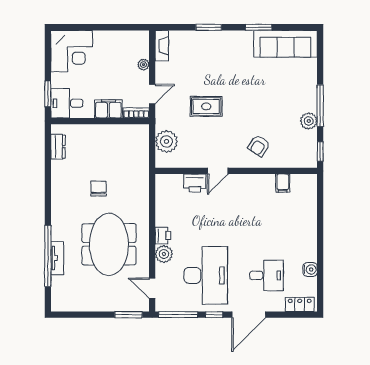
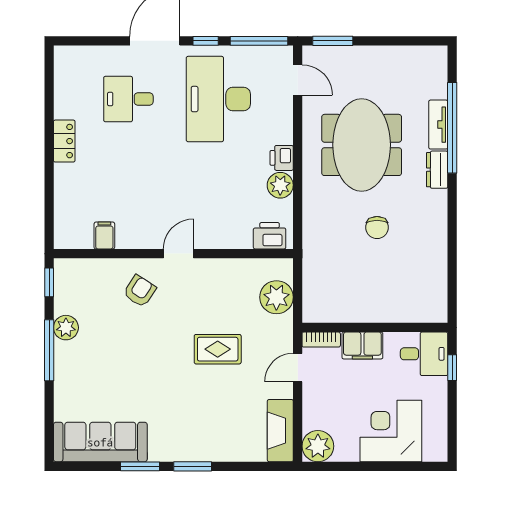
window: (209, 27) -> (193, 466), moved
fireplace: (162, 46) -> (280, 431), width x1.37, depth x1.32
corner desk: (72, 51) -> (391, 431), moved
plant: (143, 65) -> (318, 446), moved, width x1.87, depth x1.87
window: (48, 94) -> (452, 368), width x0.67
dresser: (58, 147) -> (437, 170), moved
door: (218, 171) -> (178, 254), moved
printer: (195, 183) -> (270, 236), moved
plant: (164, 254) -> (280, 185), moved
water cooler: (310, 269) -> (64, 108), removed
locker: (300, 304) -> (64, 141), moved, turned -90

